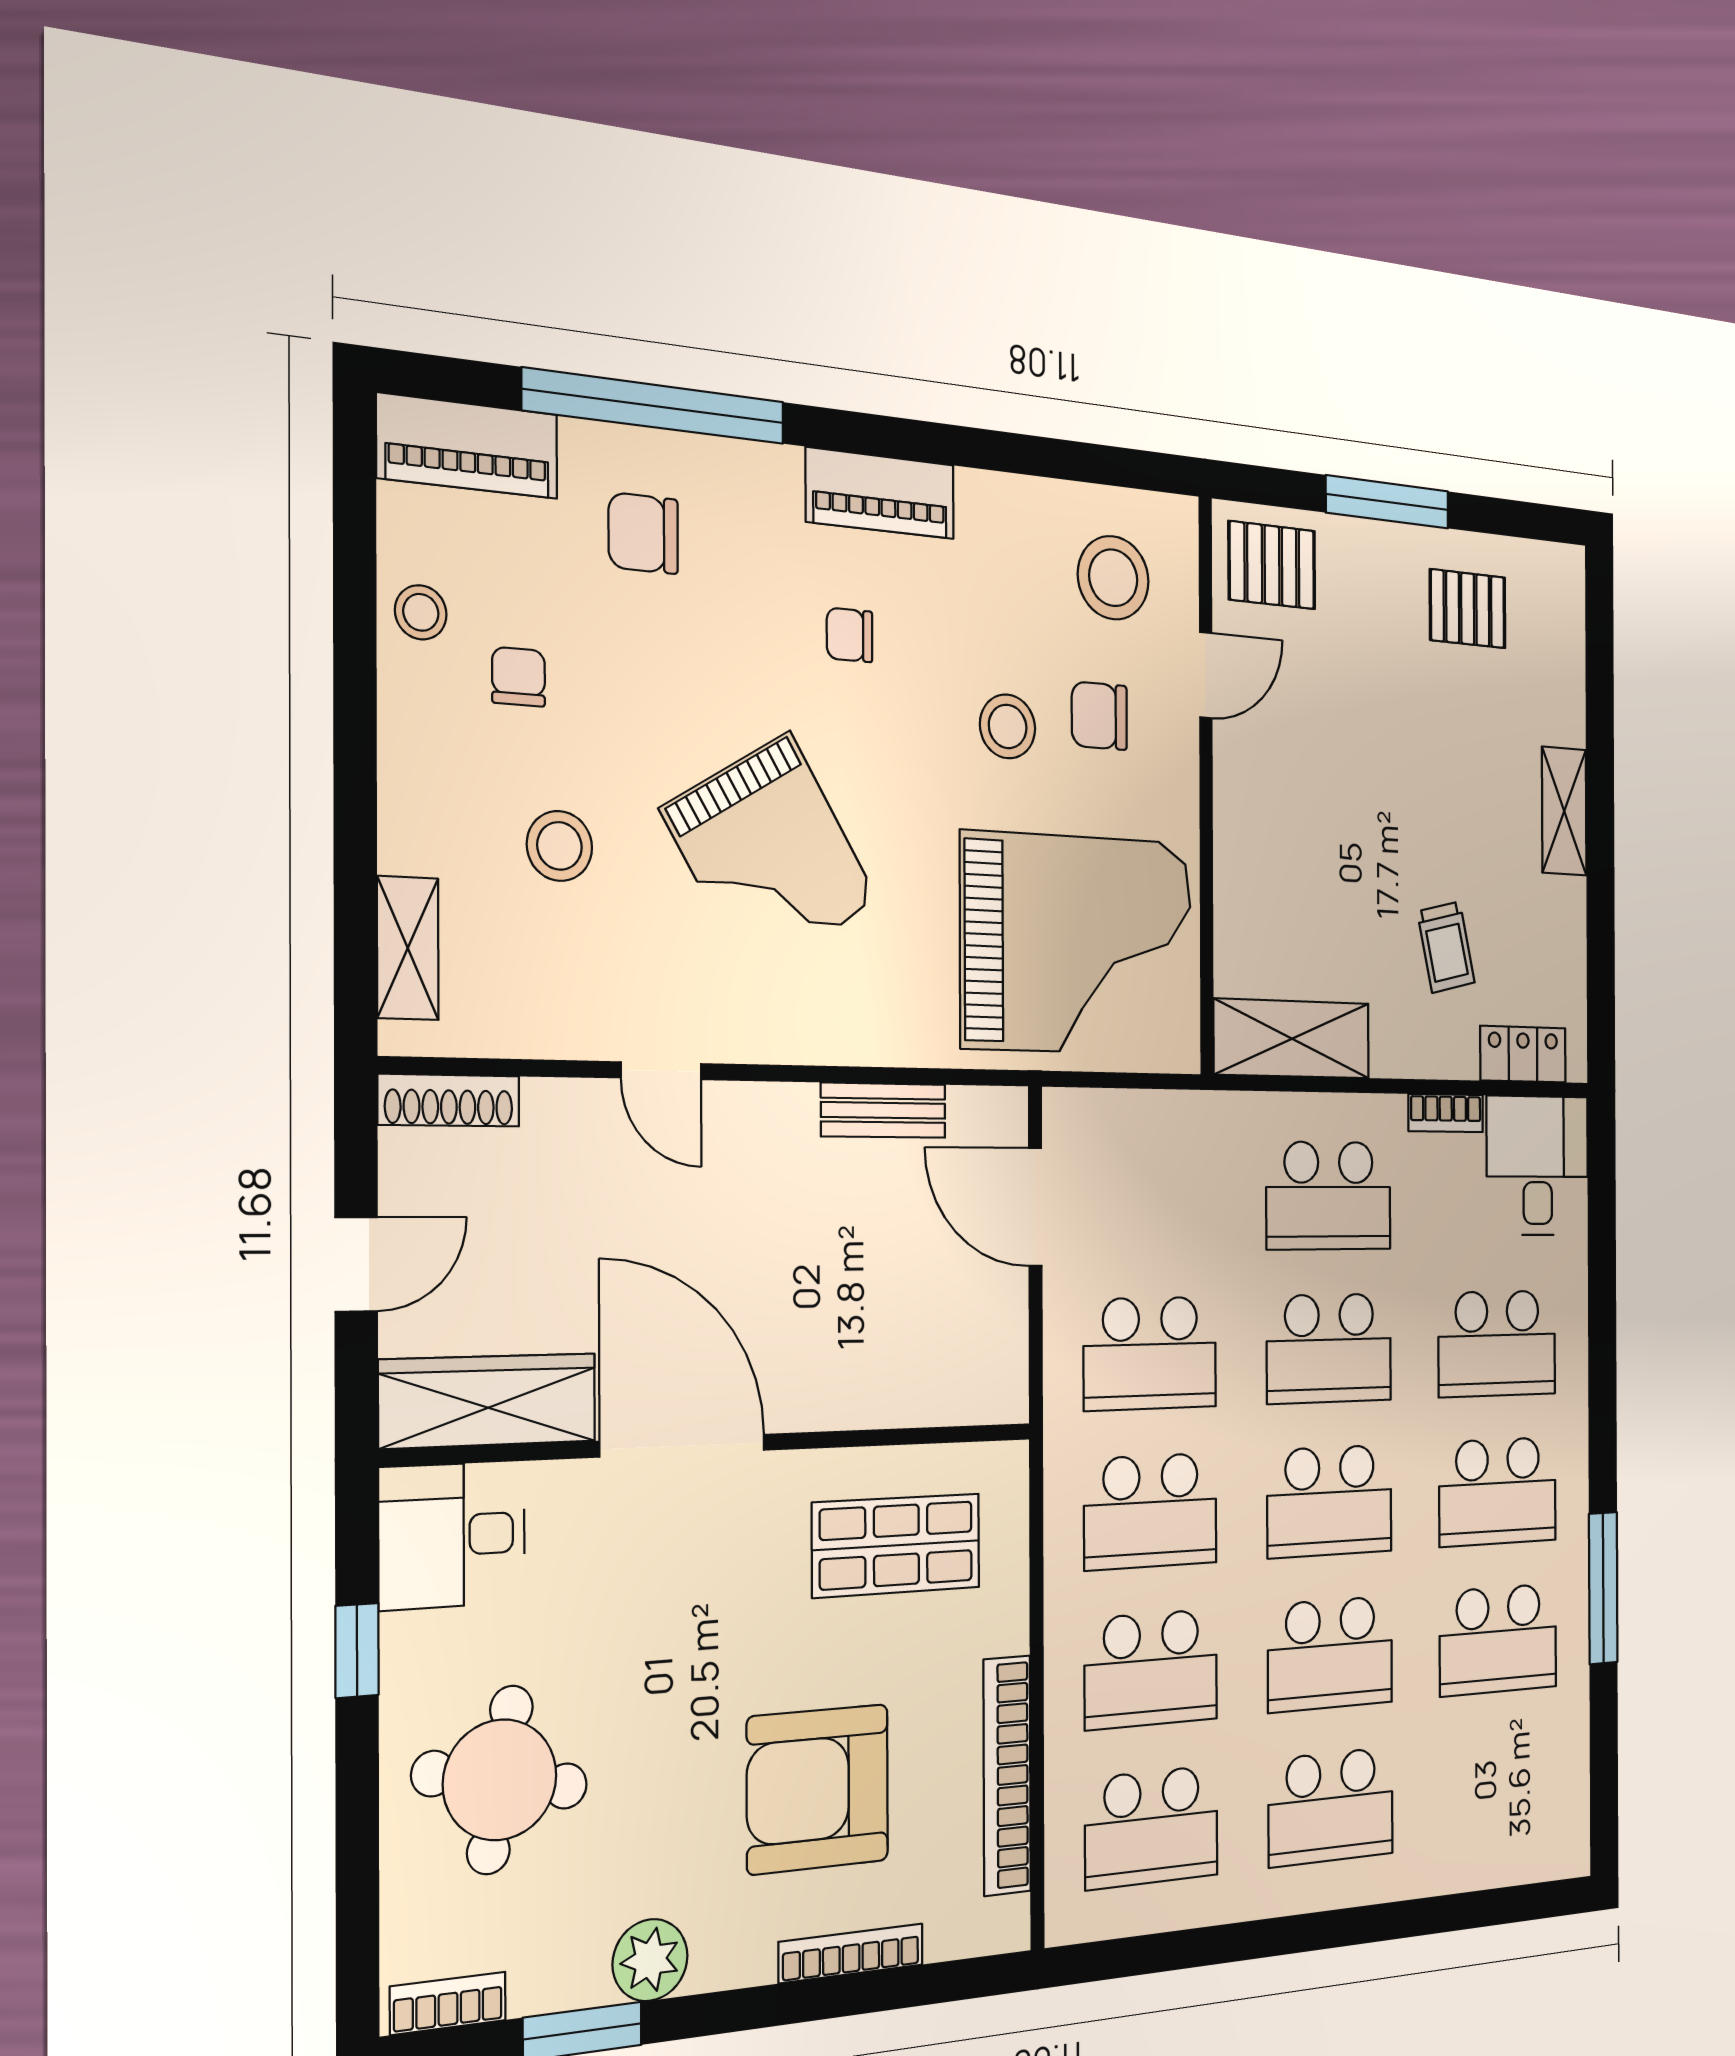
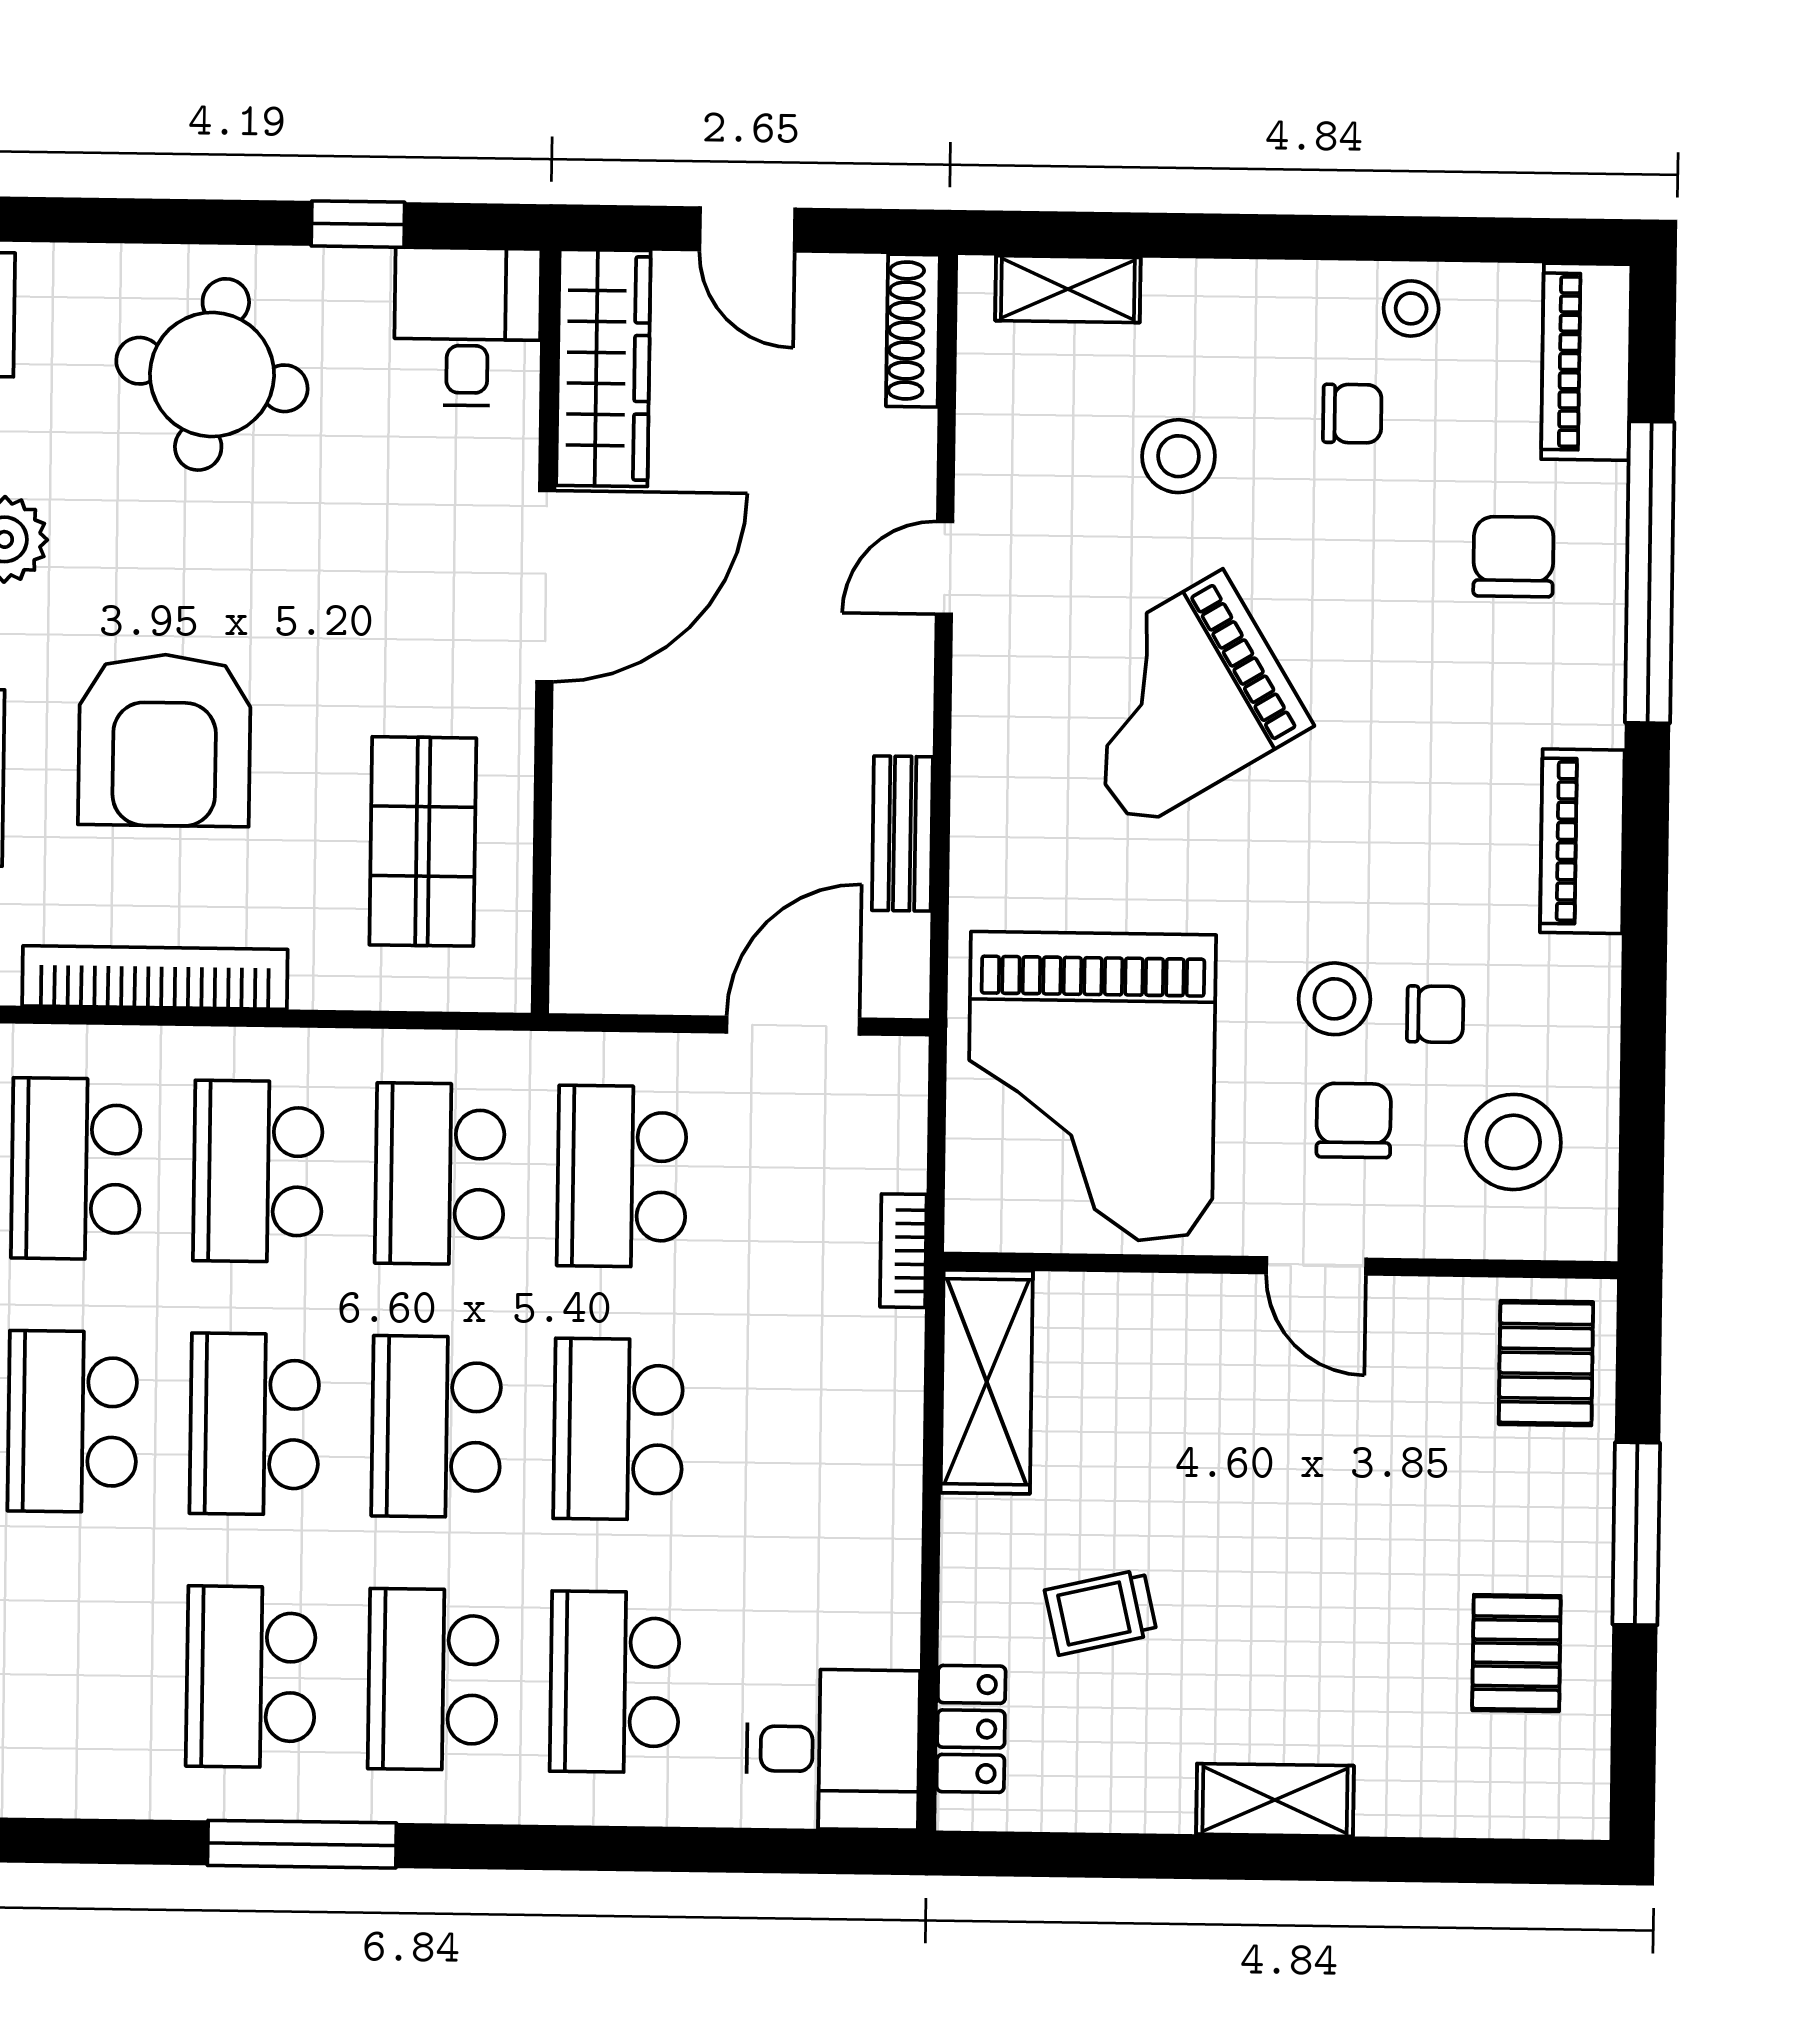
chair: (850, 635) -> (1435, 1014), moved, turned 90
door: (1206, 675) -> (1316, 1266), moved
bookcase: (1446, 1113) -> (903, 1251), moved
school desk: (1329, 1196) -> (800, 1432), removed
armchair: (818, 1789) -> (164, 740), turned 180

